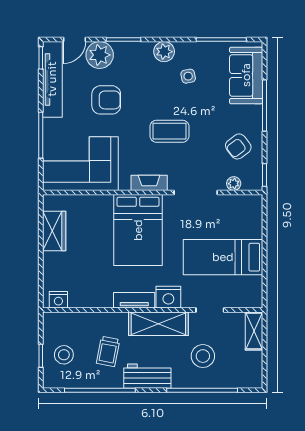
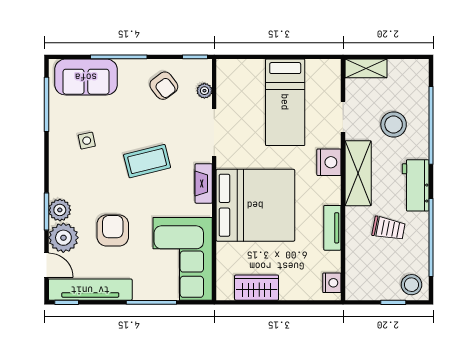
plant: (164, 52) -> (60, 210), moved
coffee table: (169, 131) -> (147, 161), turned 76
bed: (138, 230) -> (255, 205), width x1.36
tv unit: (134, 300) -> (332, 228), moved
stool: (64, 355) -> (411, 285), moved

